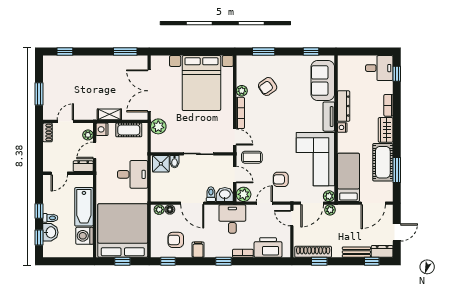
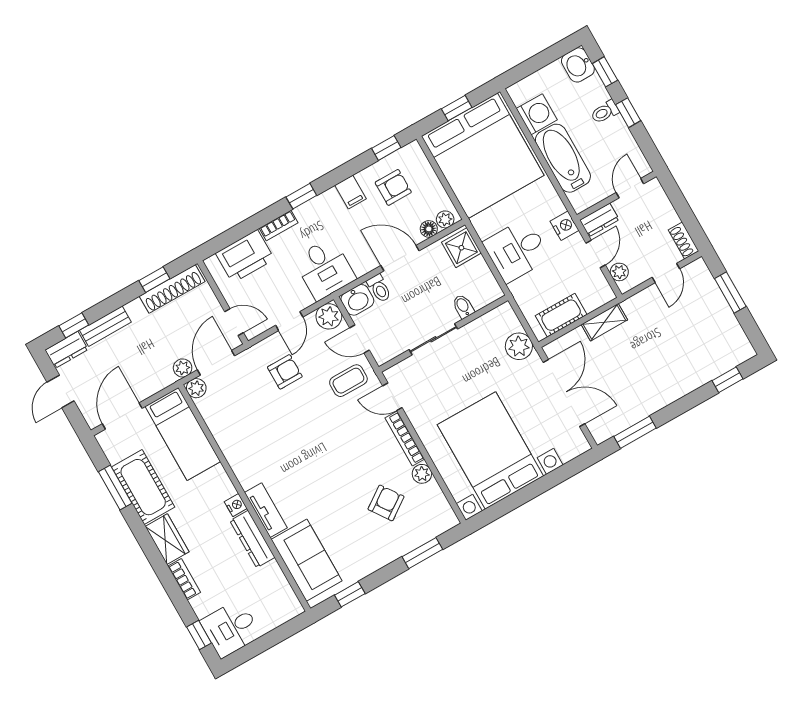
nightstand: (102, 129) -> (565, 226), moved
corner sofa: (315, 159) -> (249, 433), removed
shower: (161, 164) -> (461, 248), moved
washbasin: (50, 232) -> (578, 65), moved

